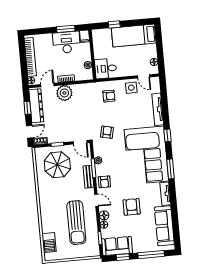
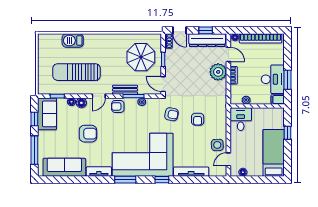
armchair: (109, 96) -> (198, 119), moved
door: (80, 142) -> (163, 84), hinge flipped
barbecue: (49, 243) -> (73, 41), moved

